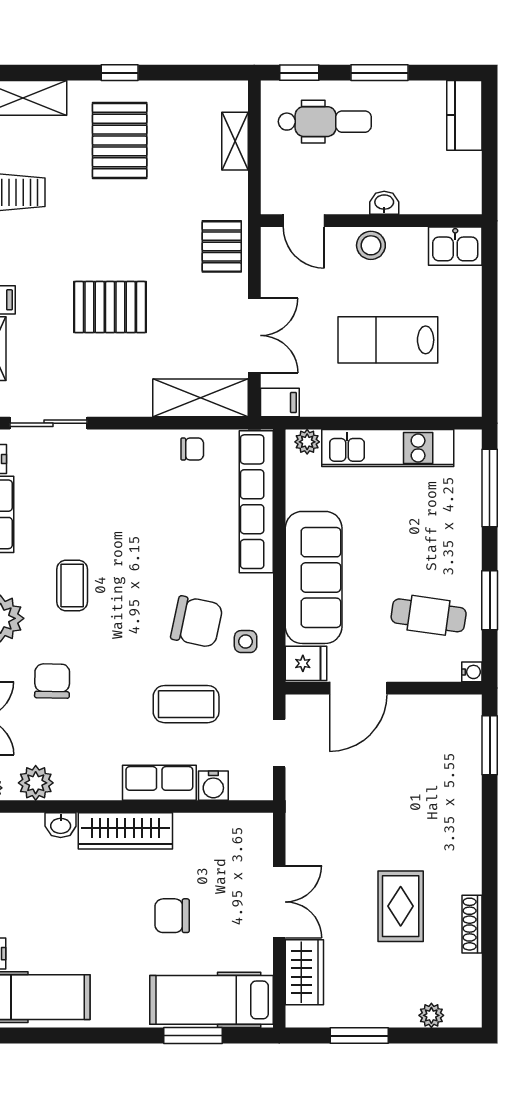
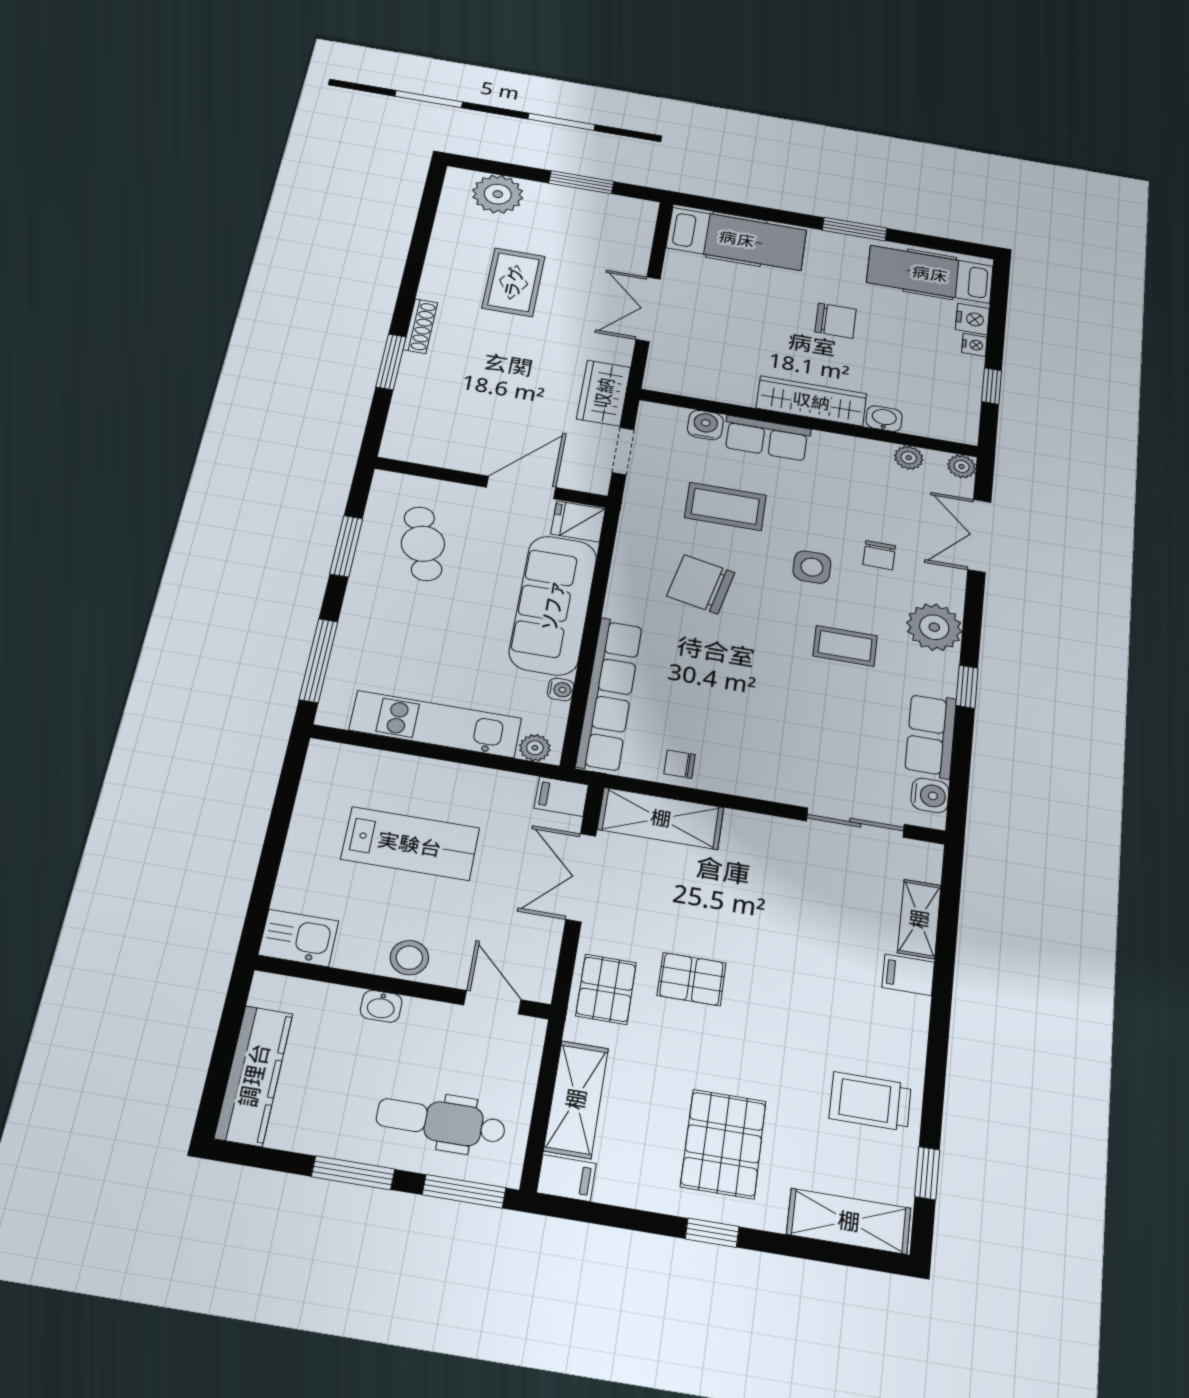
window: (299, 73) -> (464, 1191), width x1.50
filing cabinet: (229, 95) -> (566, 1178), added
kitchen counter: (464, 115) -> (254, 1075), width x1.50
shelving: (235, 141) -> (576, 1099), width x1.50, depth x1.33
pallet: (110, 307) -> (692, 979), moved, width x0.67, depth x0.71
coffee table: (72, 585) -> (845, 646), turned 90
cafe table: (429, 615) -> (423, 544), turned 65
side table: (246, 642) -> (812, 567), moved, width x1.37, depth x1.37
water cooler: (472, 672) -> (561, 689), moved, turned 180
chair: (52, 681) -> (879, 555), width x0.73, depth x0.73
window: (490, 745) -> (391, 362), moved
plant: (36, 783) -> (909, 458), width x0.73, depth x0.73
chair: (172, 916) -> (836, 321), moved
shoe rack: (472, 924) -> (420, 326), moved
wardrobe: (304, 972) -> (604, 393), moved
plant: (431, 1015) -> (498, 194), width x1.88, depth x1.88
window: (193, 1036) -> (855, 229), moved

